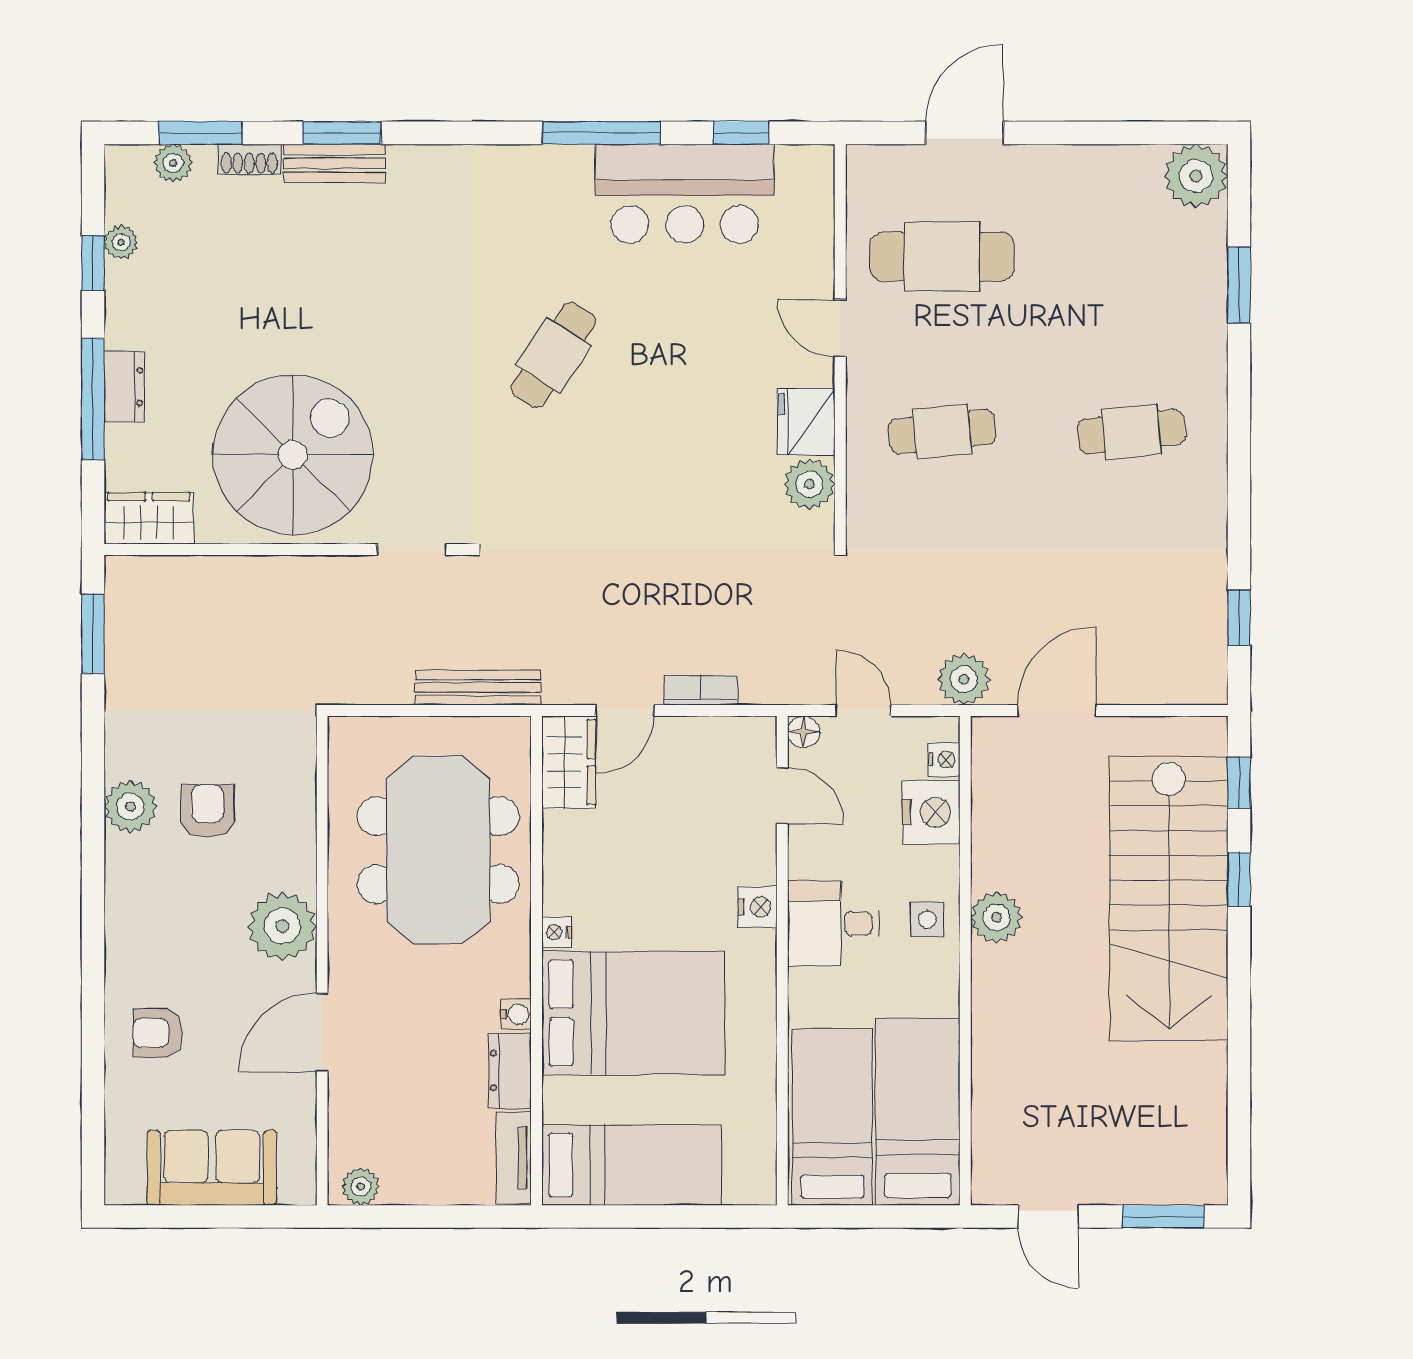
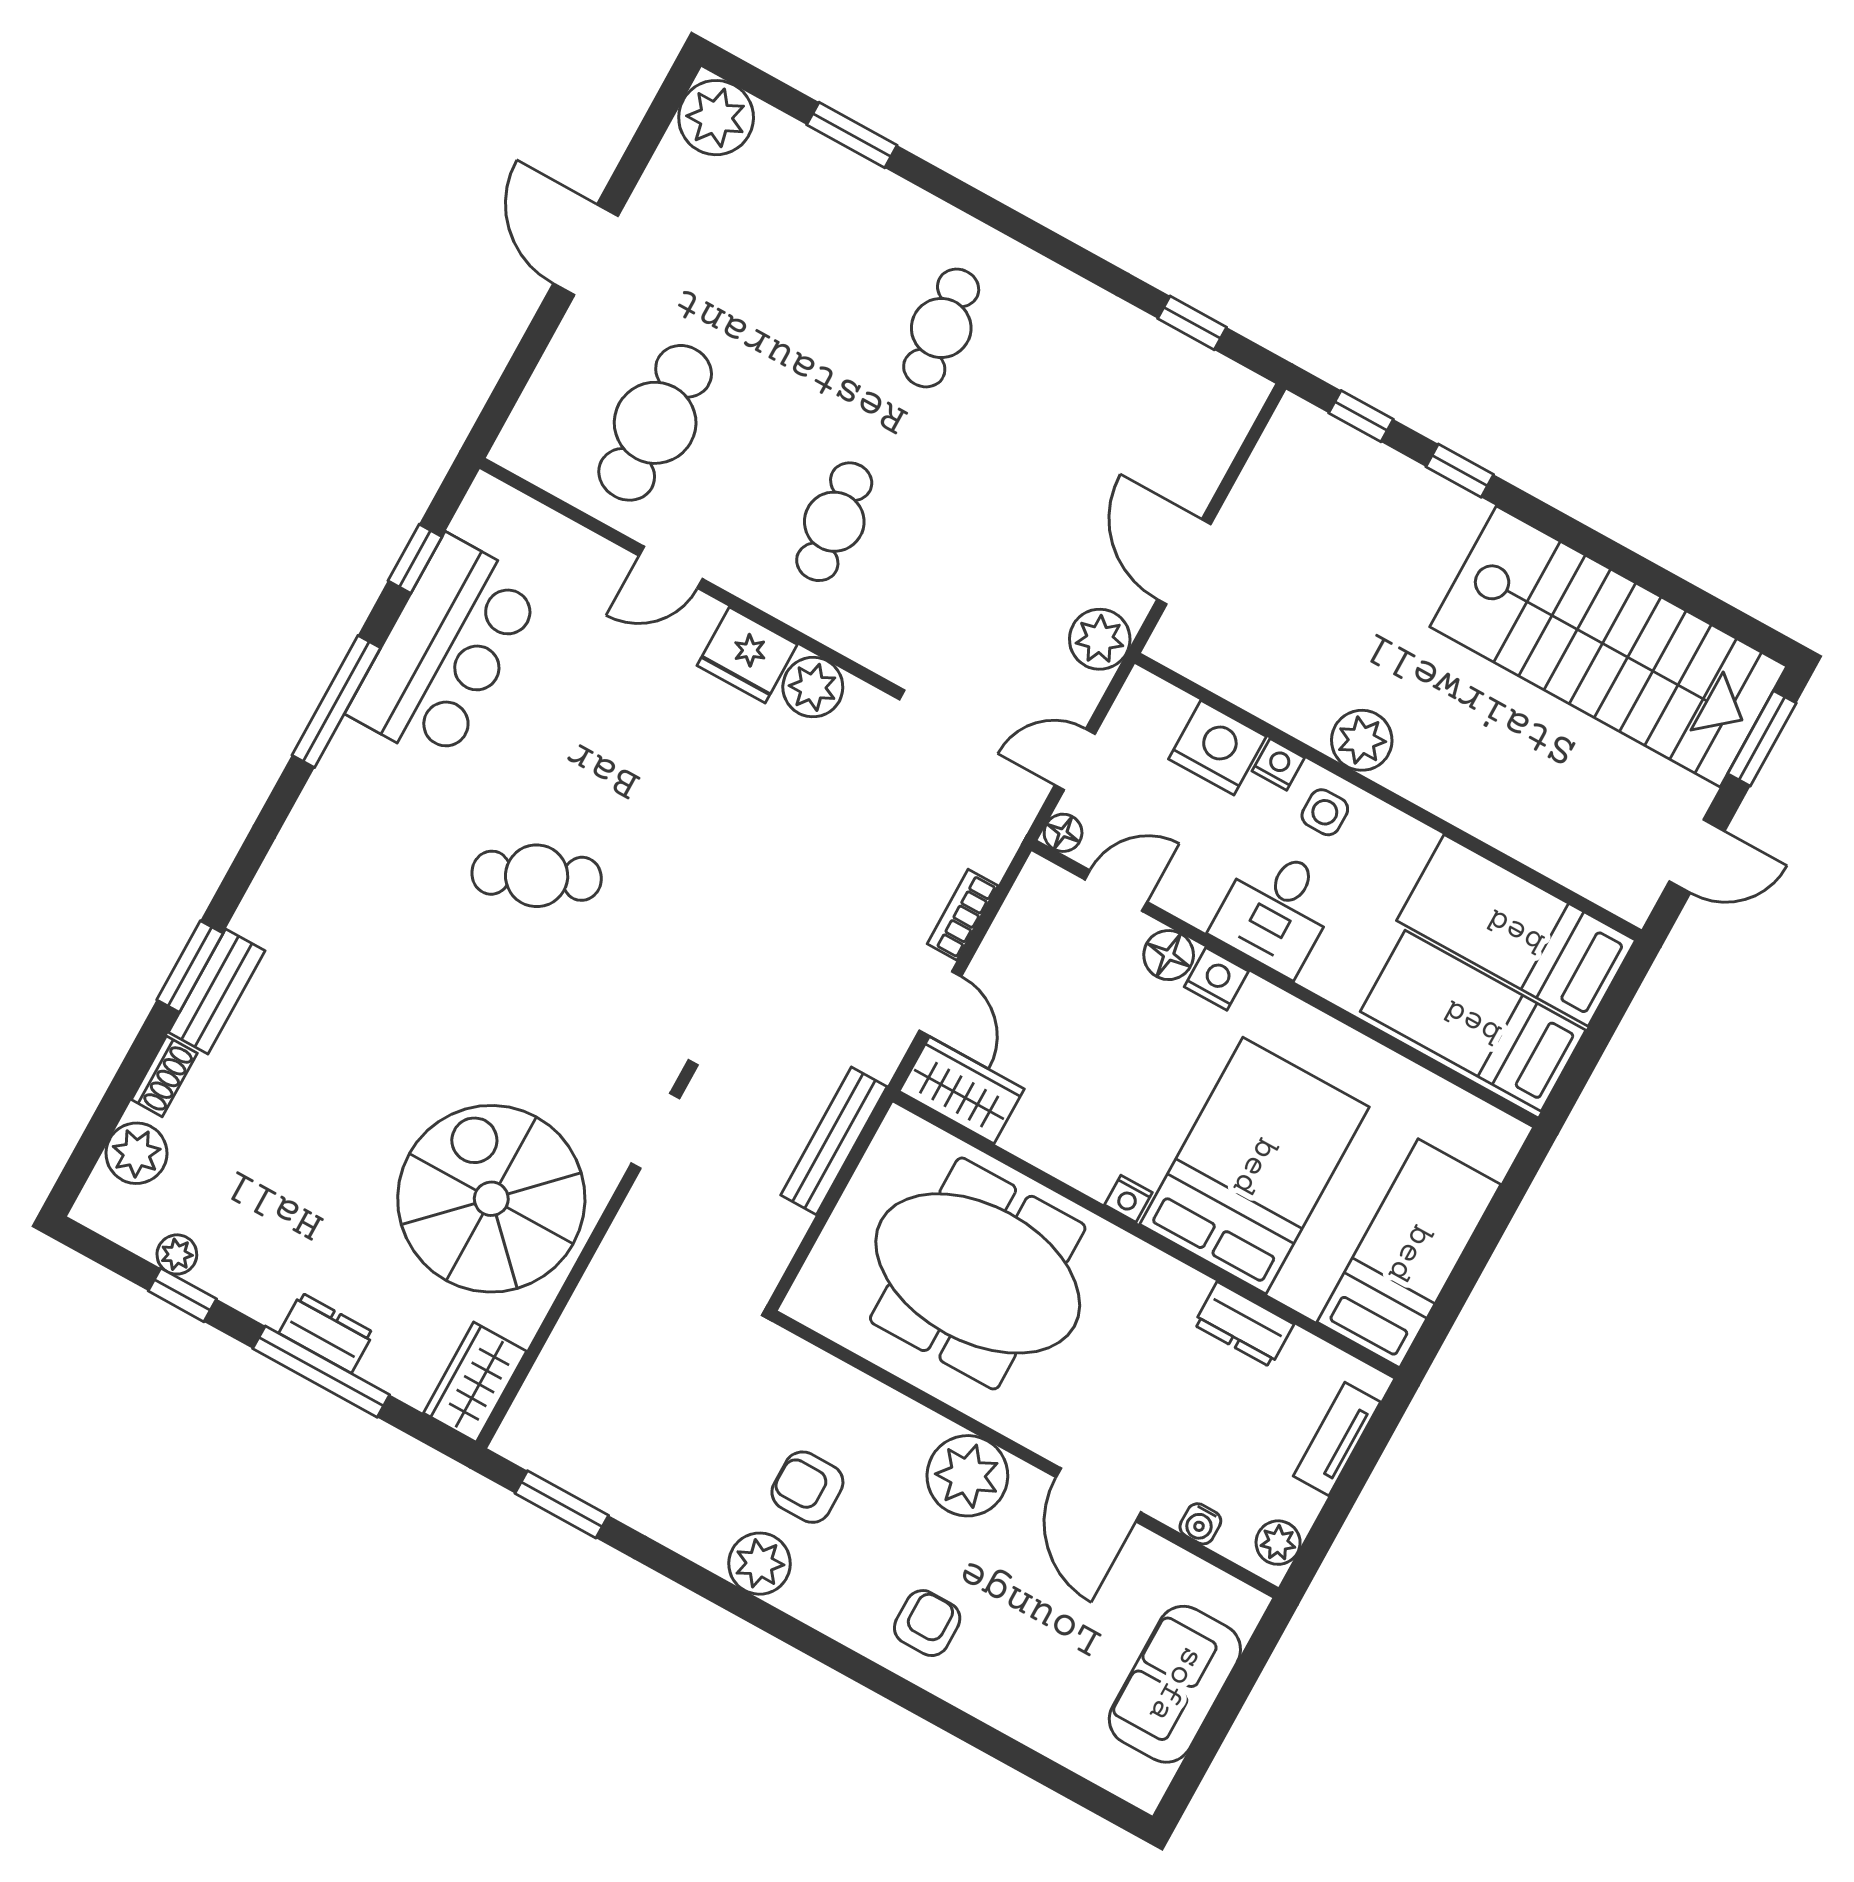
window: (201, 133) -> (110, 1111), removed
door: (964, 133) -> (586, 250), moved
plant: (173, 163) -> (136, 1153), width x1.38, depth x1.38
cafe table: (554, 355) -> (537, 876), turned -58
nightstand: (944, 760) -> (1278, 764), moved
floor lamp: (756, 861) -> (1169, 955), added
stairs: (1169, 898) -> (1608, 646), moved
water cooler: (516, 1014) -> (1200, 1524), moved, turned 180
armchair: (158, 1033) -> (927, 1623), moved, turned 180
tv unit: (514, 1158) -> (1337, 1439), moved, turned 90

